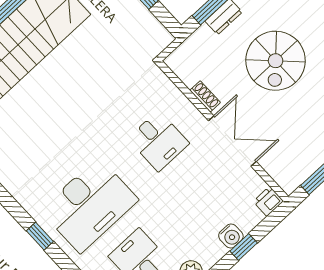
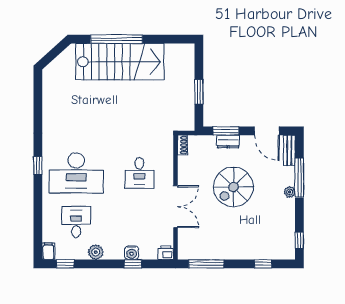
shoe rack: (205, 96) -> (183, 145), moved

